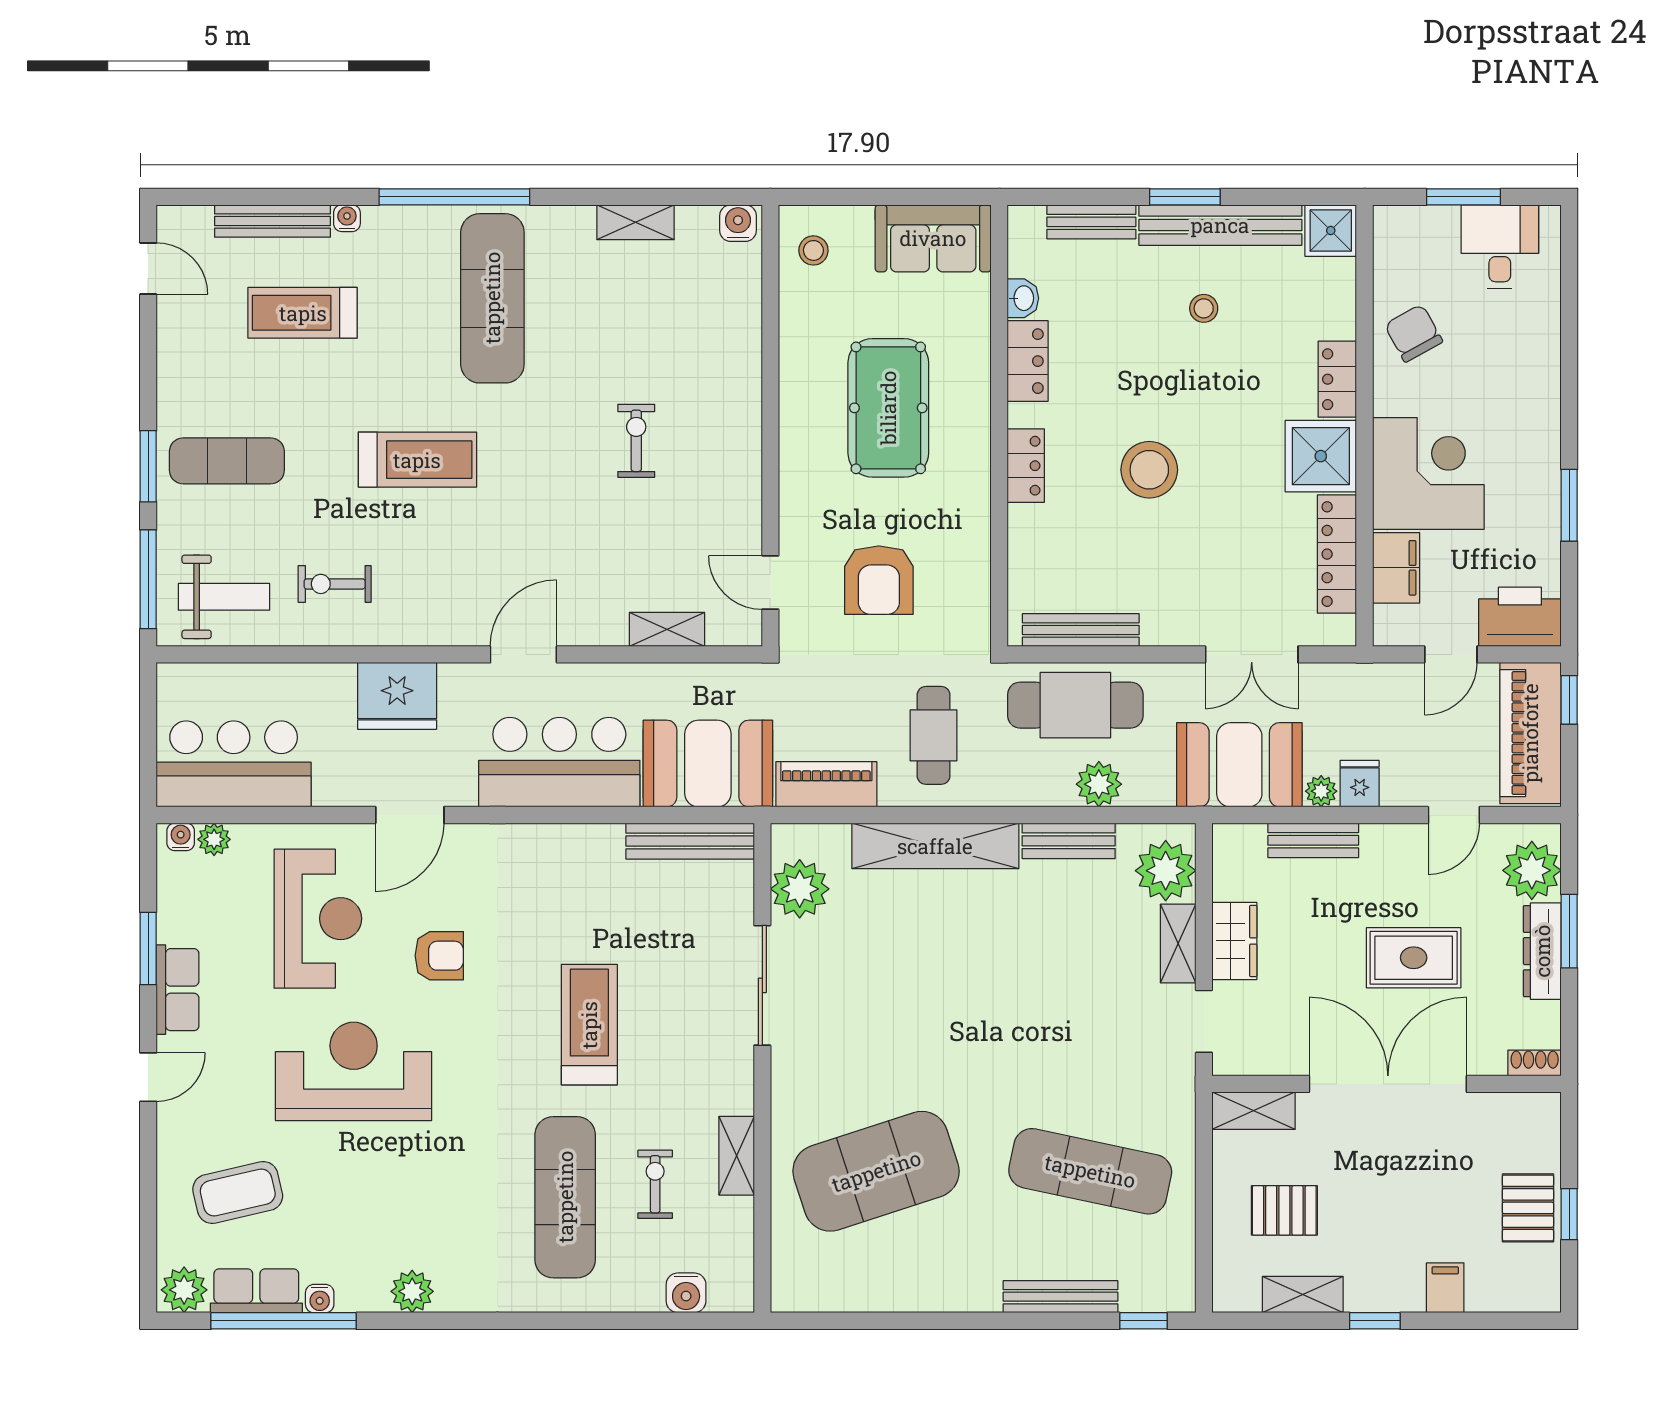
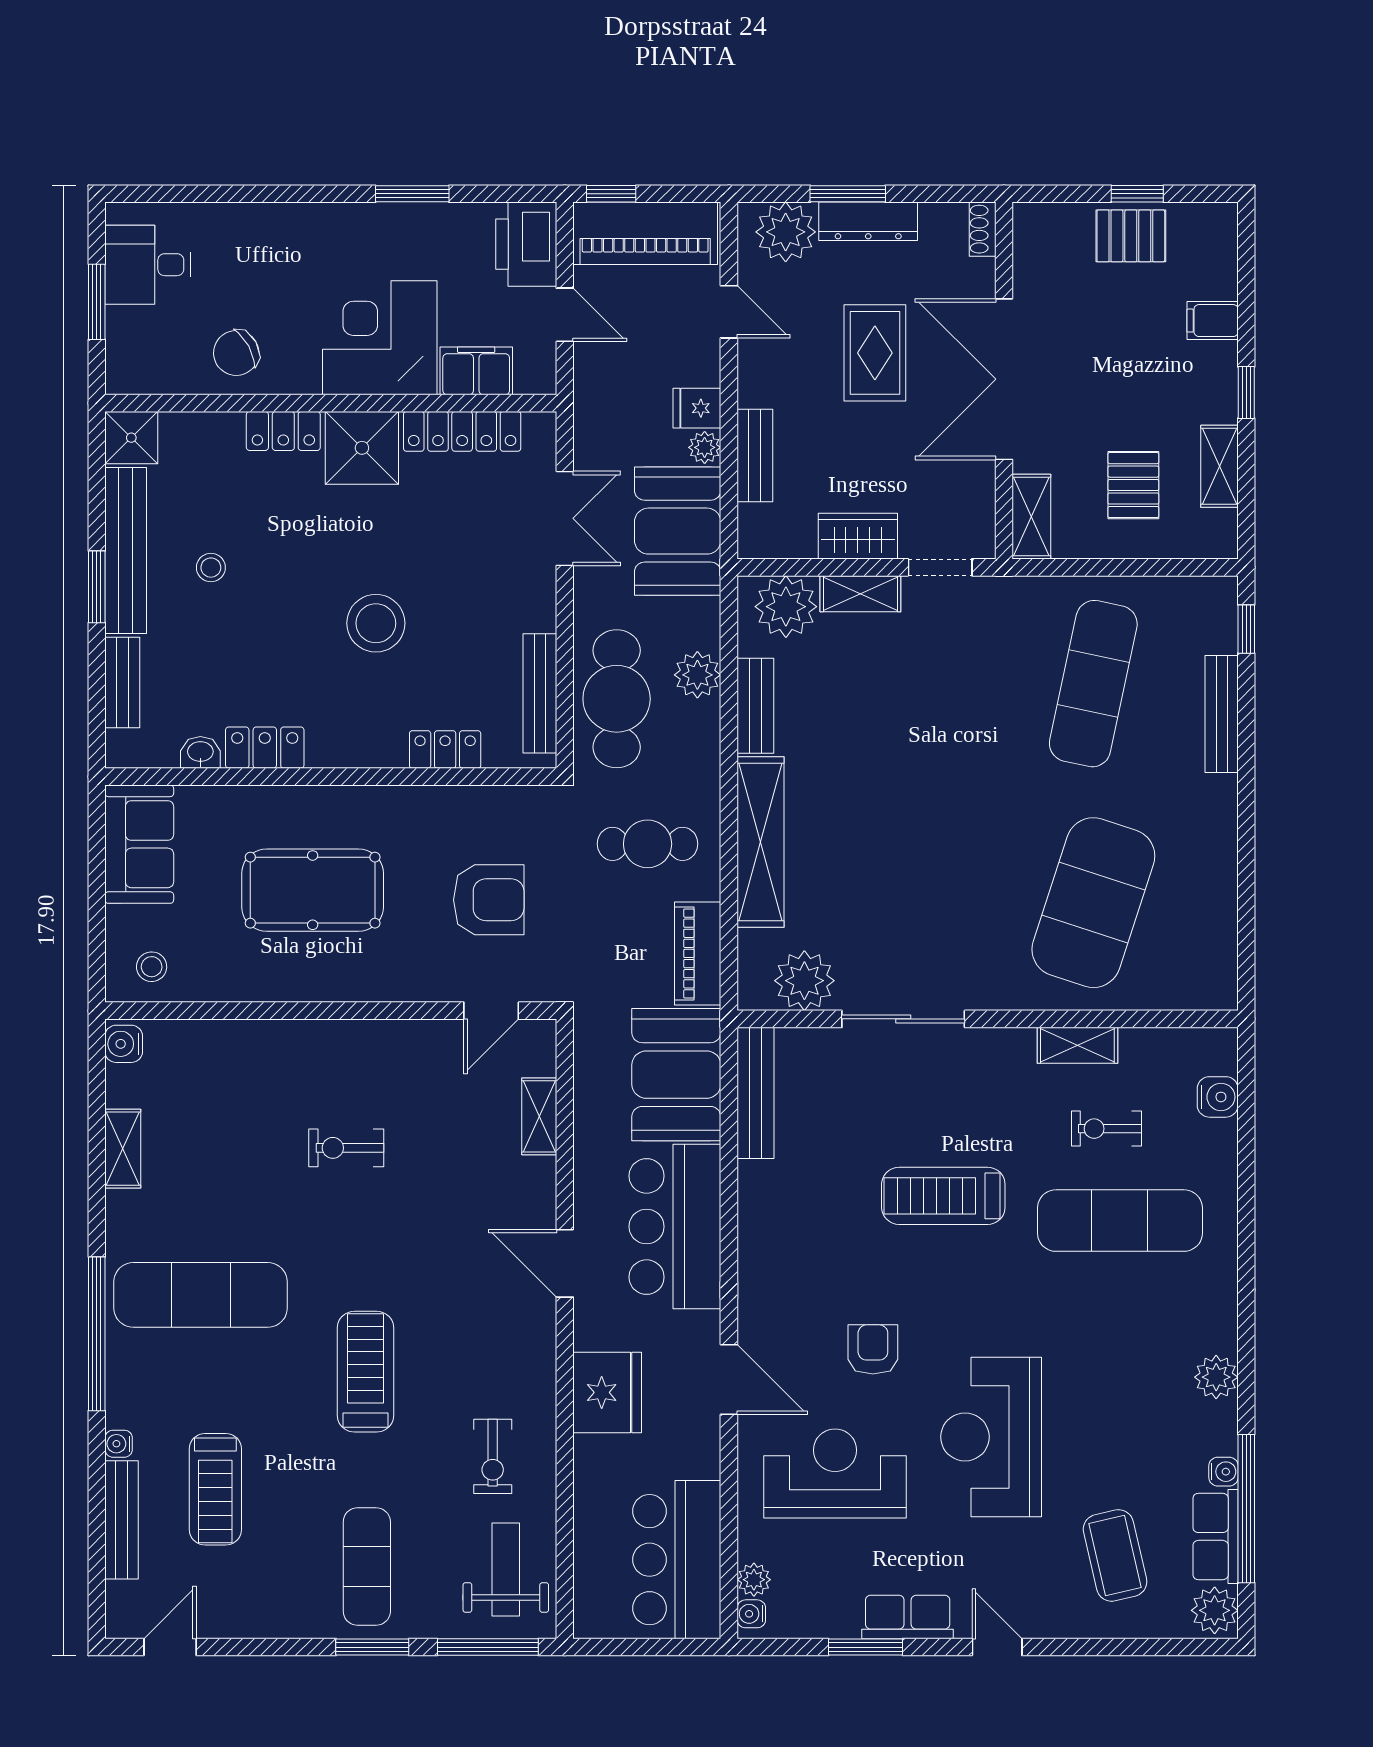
locker: (1026, 466) -> (445, 750), moved
exercise mat: (876, 1171) -> (1093, 903), turned 36

